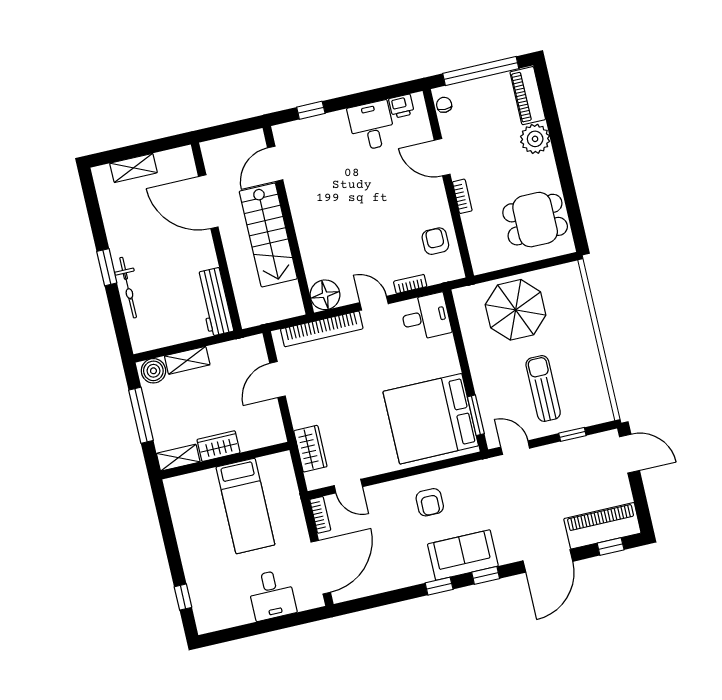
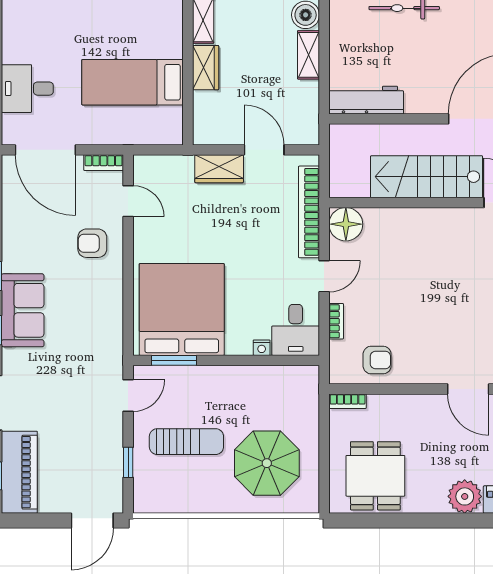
door: (442, 157) -> (468, 389), swing flipped
bookcase: (462, 196) -> (348, 401), moved
parasol: (516, 310) -> (267, 463), moved
nightstand: (448, 343) -> (262, 348), added
wardrobe: (310, 449) -> (219, 169), moved
door: (348, 486) -> (128, 201), swing flipped
armchair: (430, 502) -> (92, 243), moved

